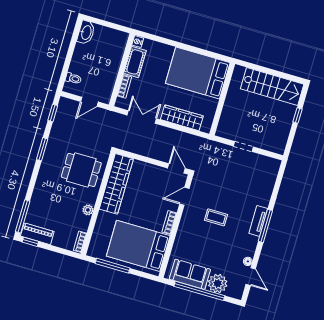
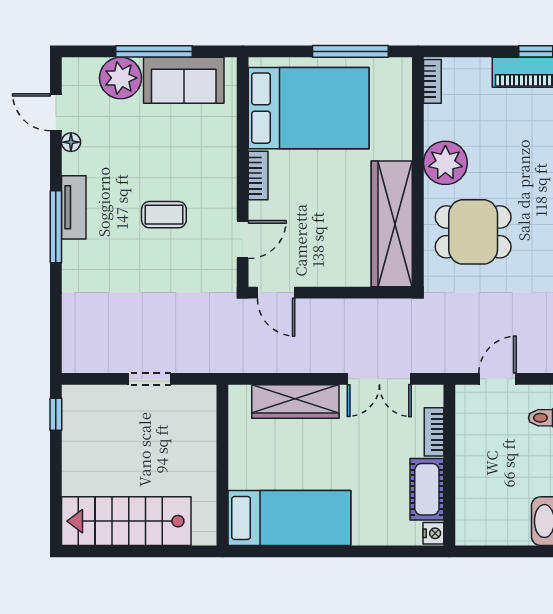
bed: (198, 73) -> (289, 518), width x0.67
window: (297, 116) -> (56, 414), moved
plant: (88, 210) -> (445, 163), width x1.88, depth x1.88
tv unit: (258, 221) -> (74, 207), moved
window: (199, 291) -> (154, 51), width x0.68

